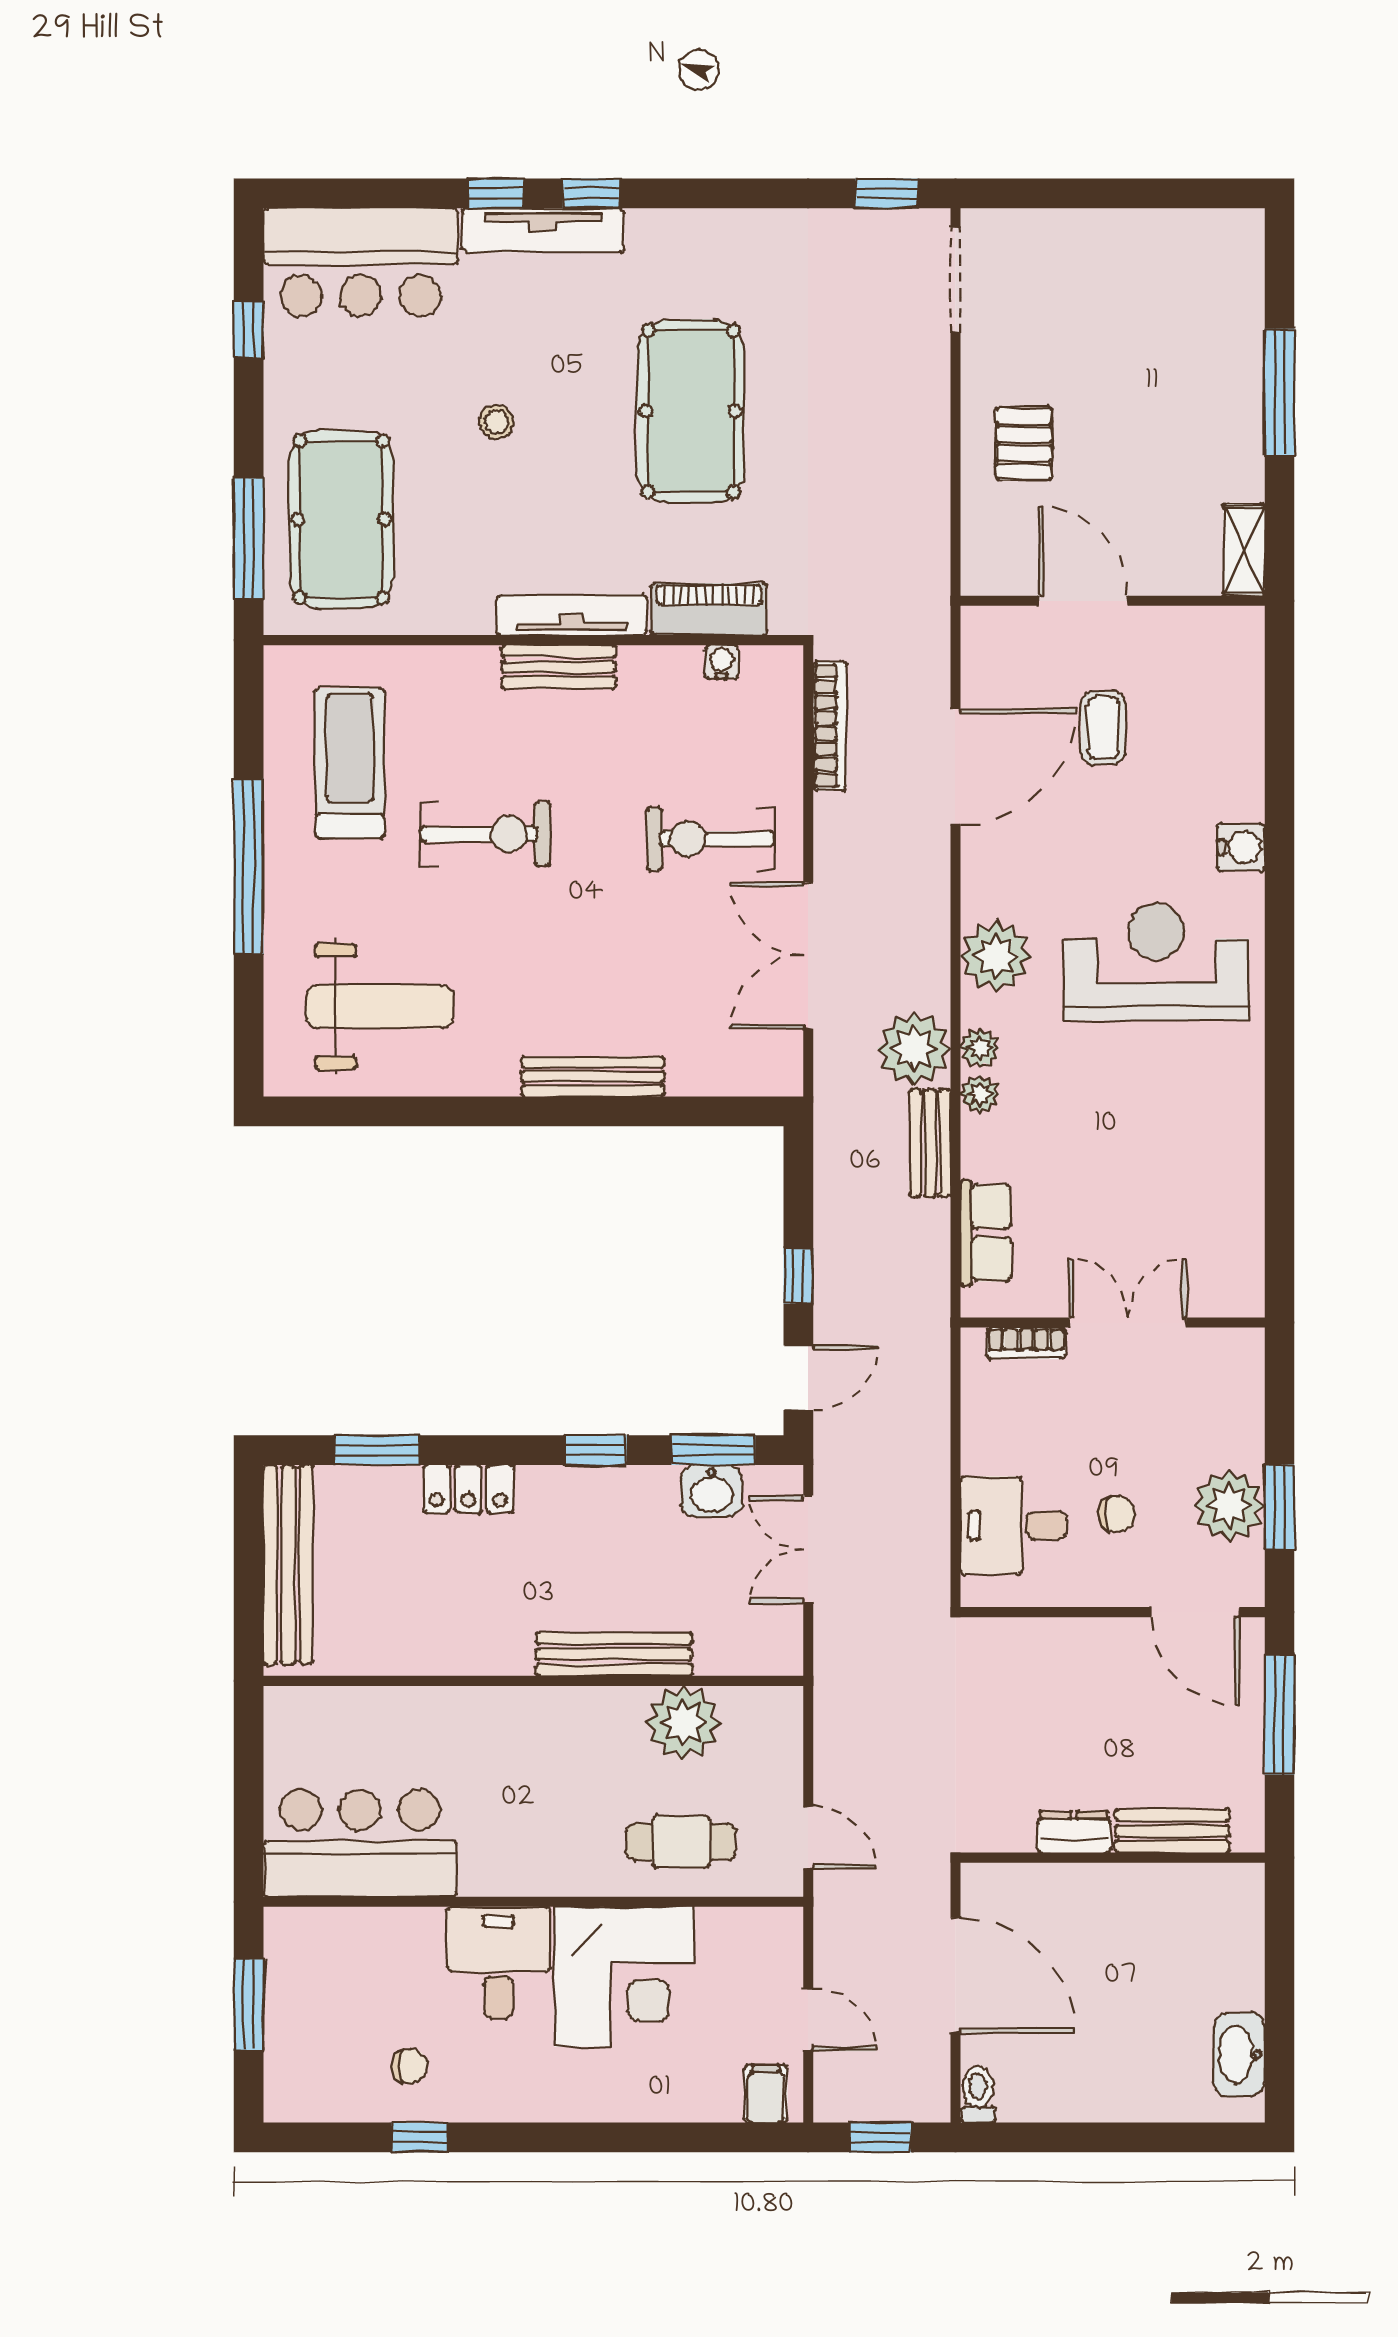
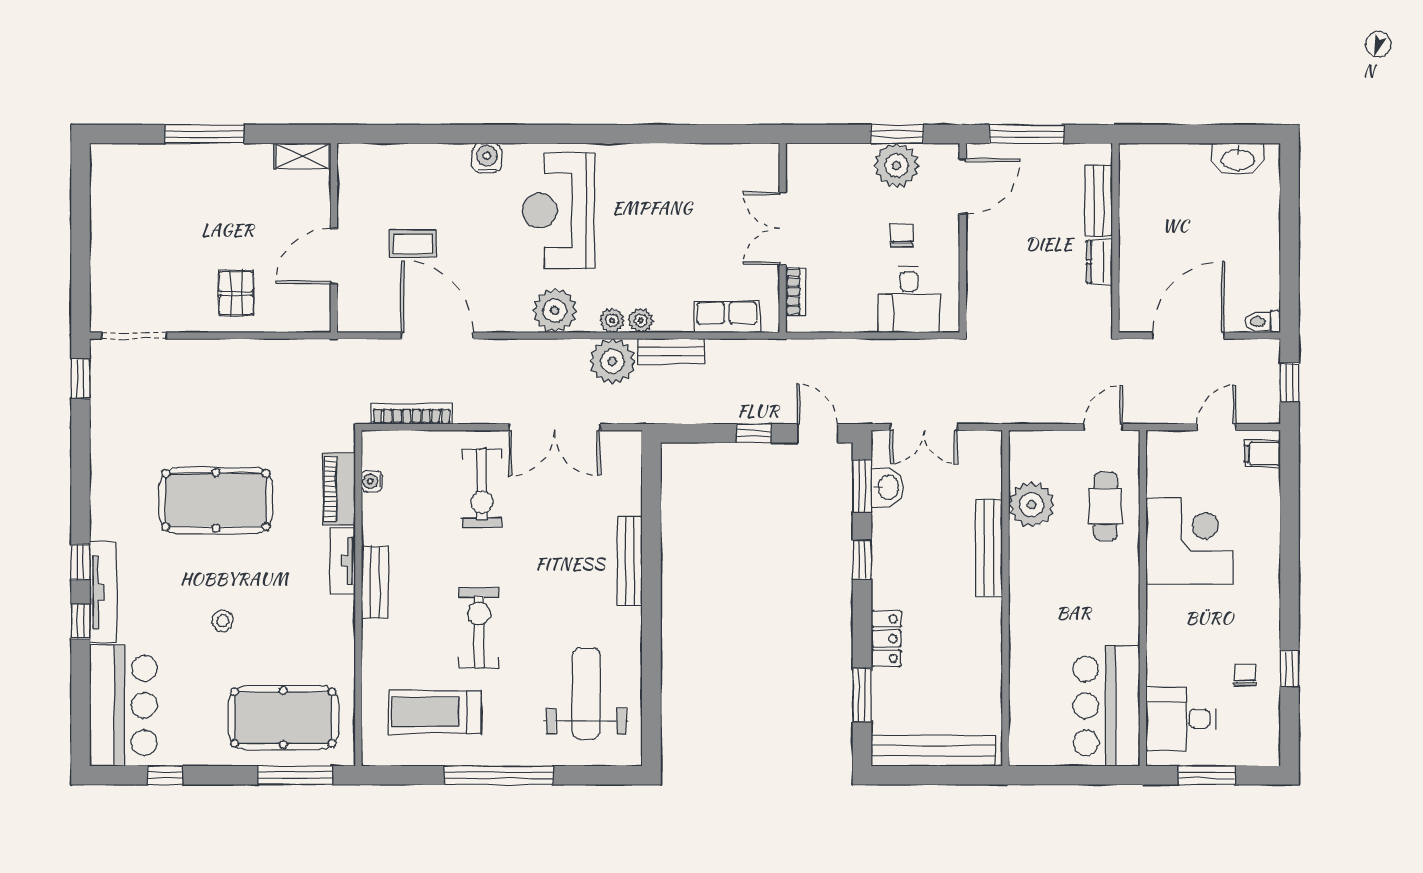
pallet: (1024, 444) -> (236, 293), turned 90
tv unit: (572, 615) -> (343, 561), width x0.71
desk: (499, 1963) -> (1181, 719), moved

